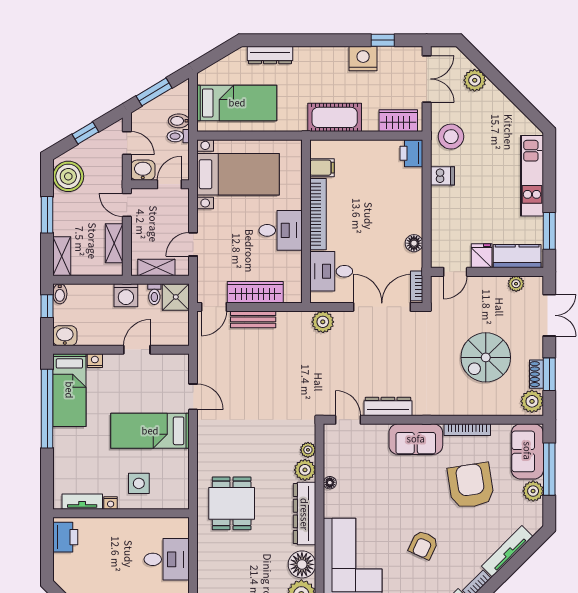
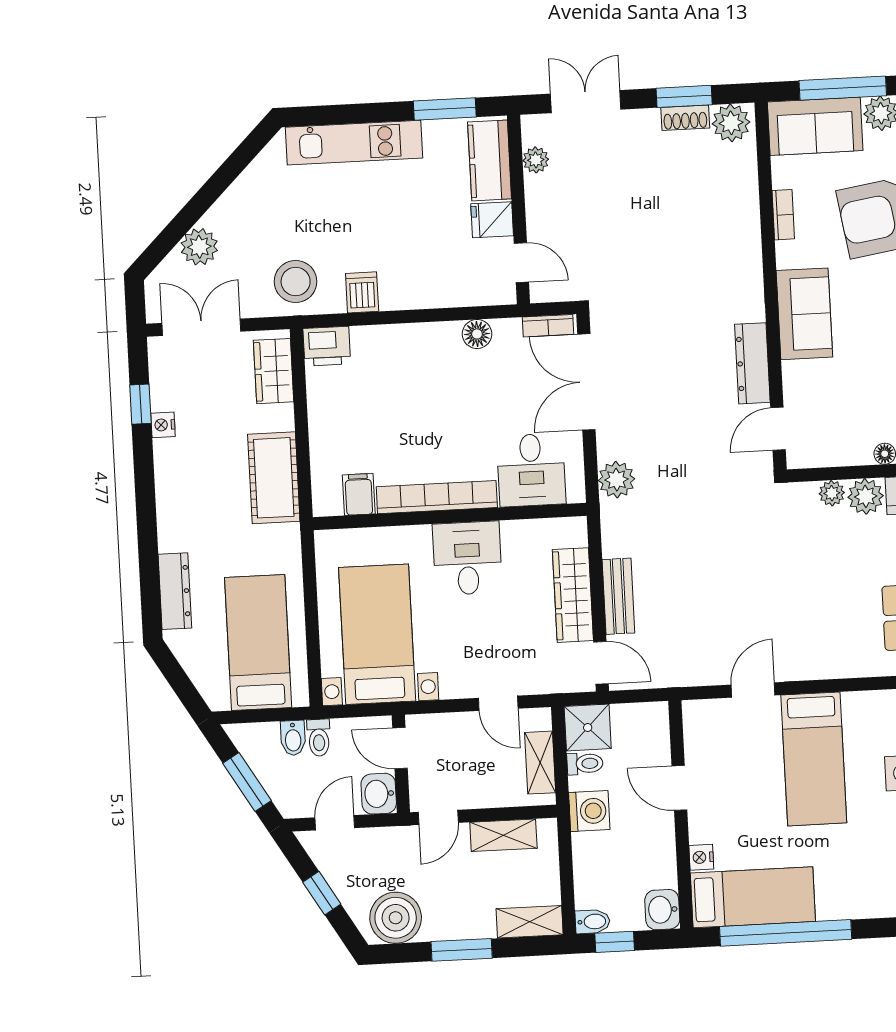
nightstand: (363, 59) -> (163, 425), width x0.53, depth x0.56
spiral stairs: (486, 357) -> (662, 204), removed
bookcase: (467, 430) -> (783, 215), width x0.64

